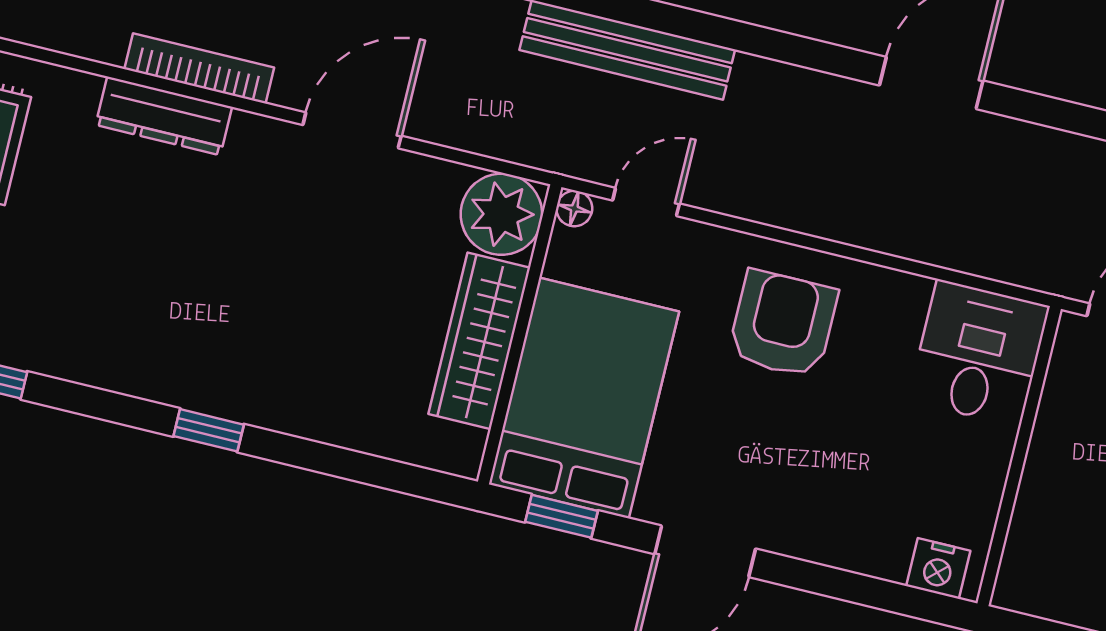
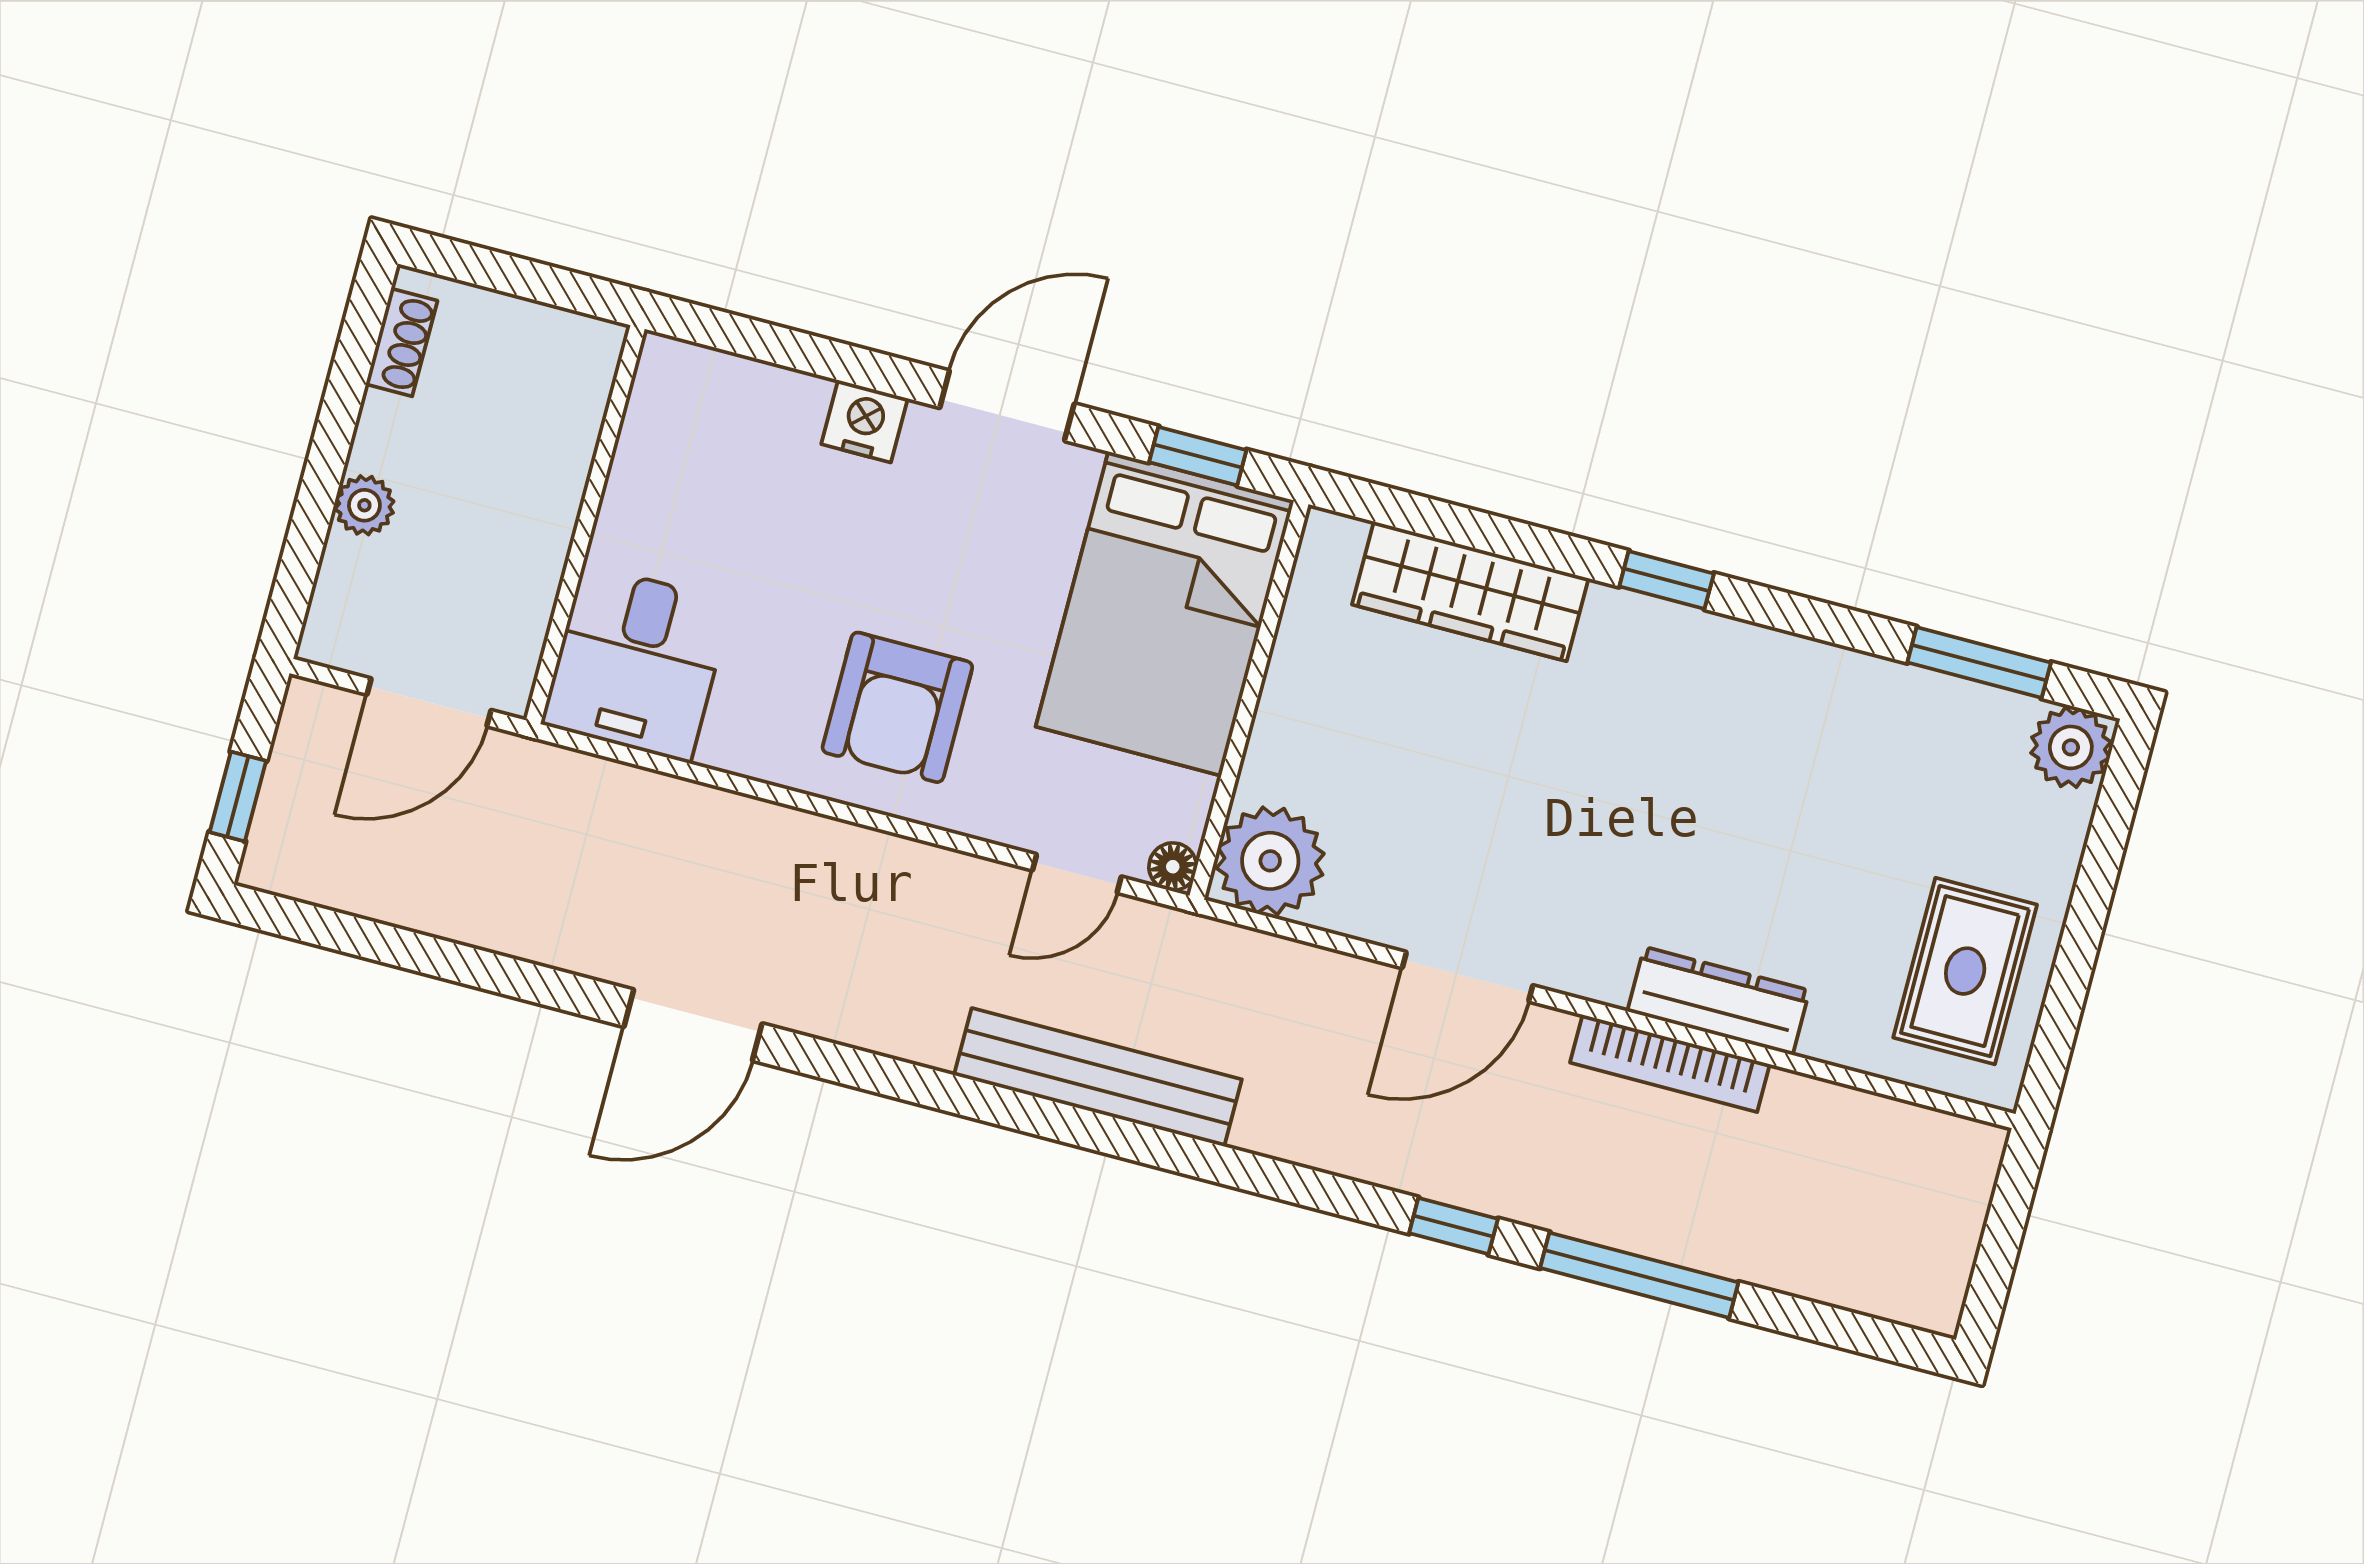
wardrobe: (479, 341) -> (1470, 591), moved, turned 90
nightstand: (938, 569) -> (865, 421), moved

